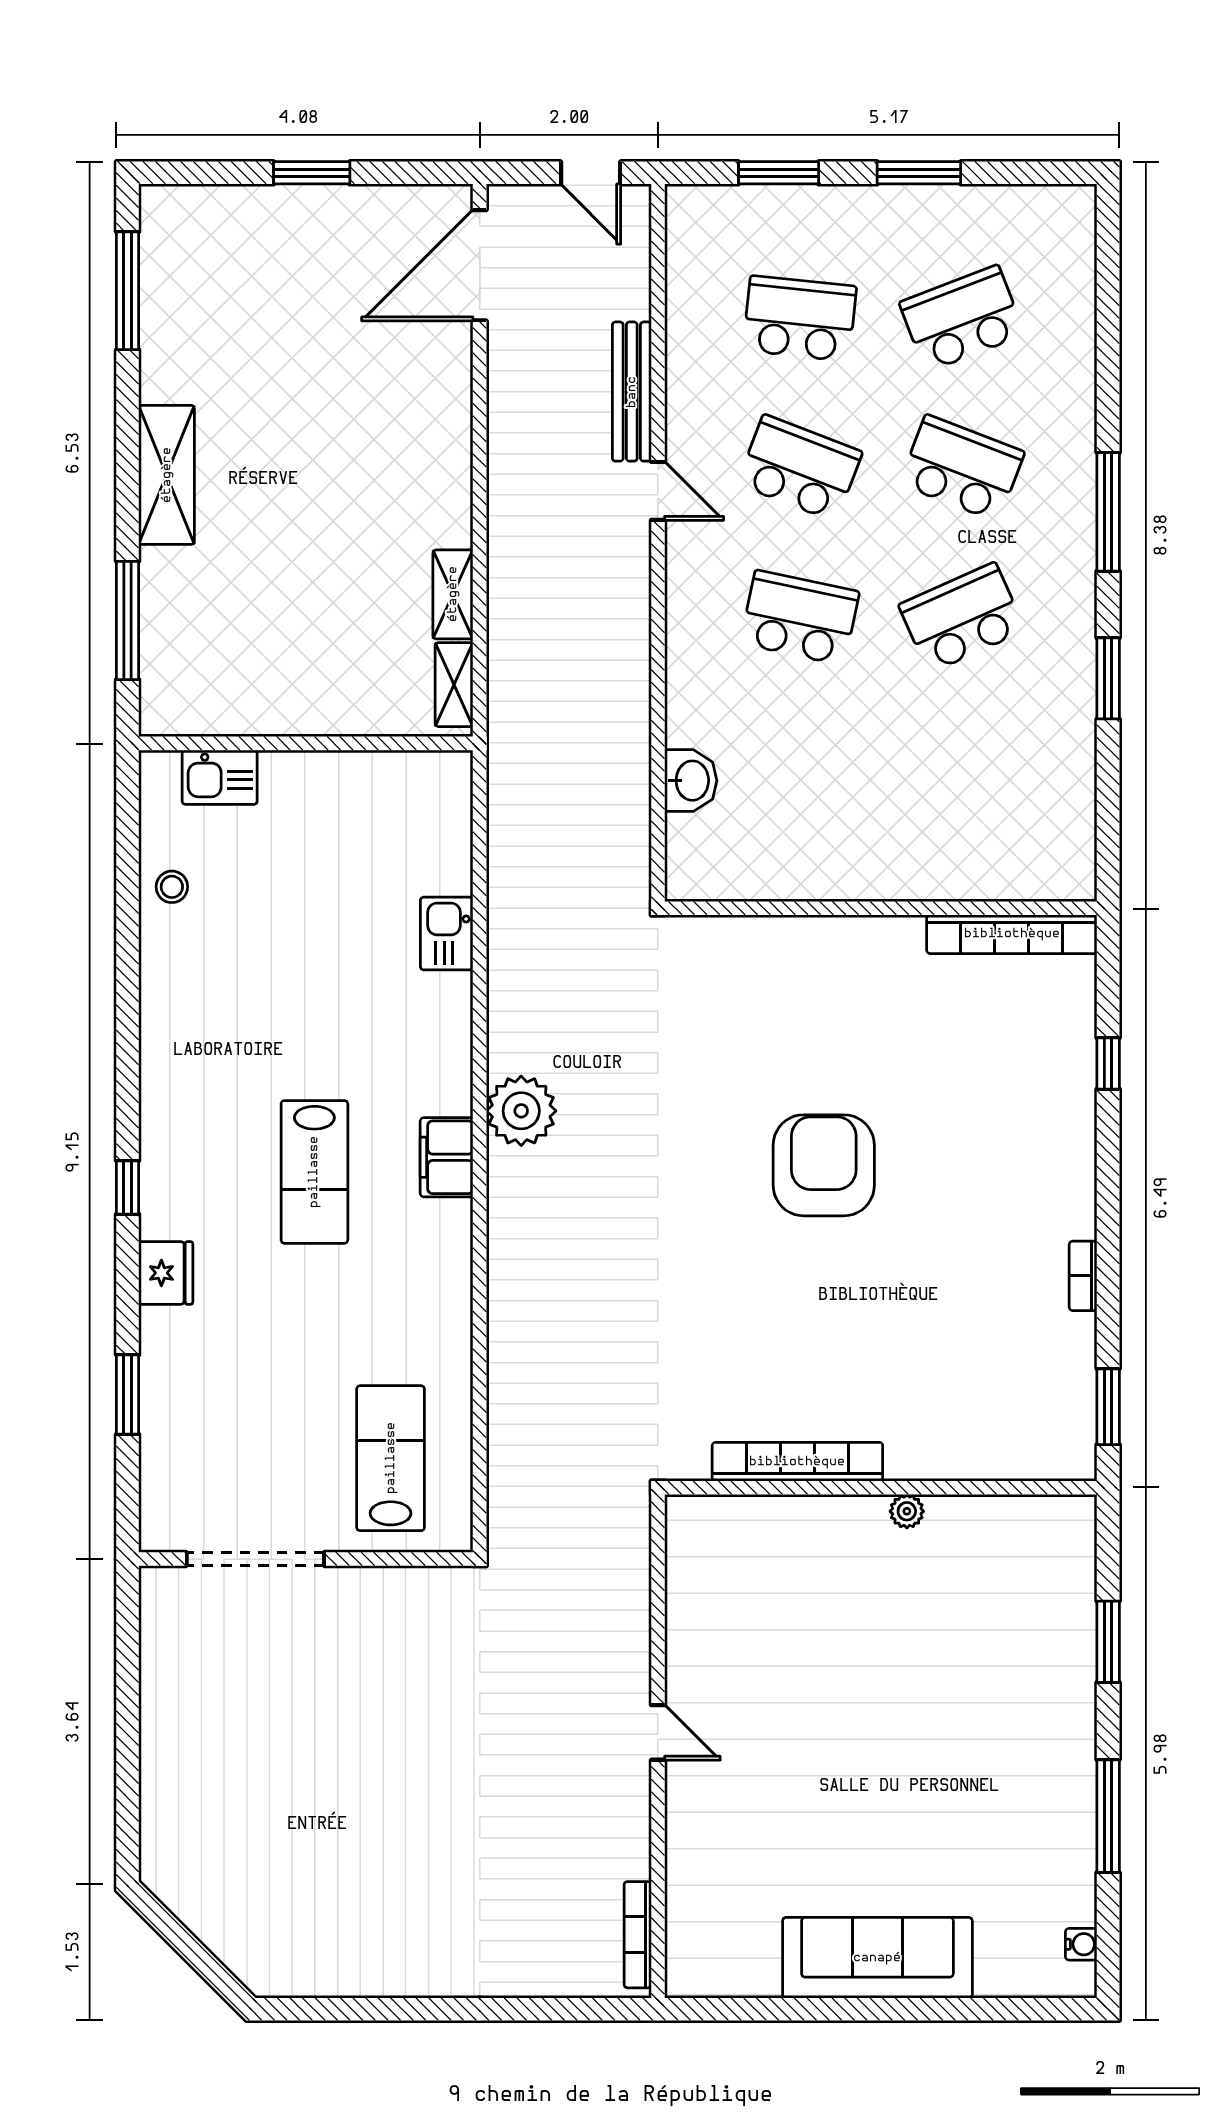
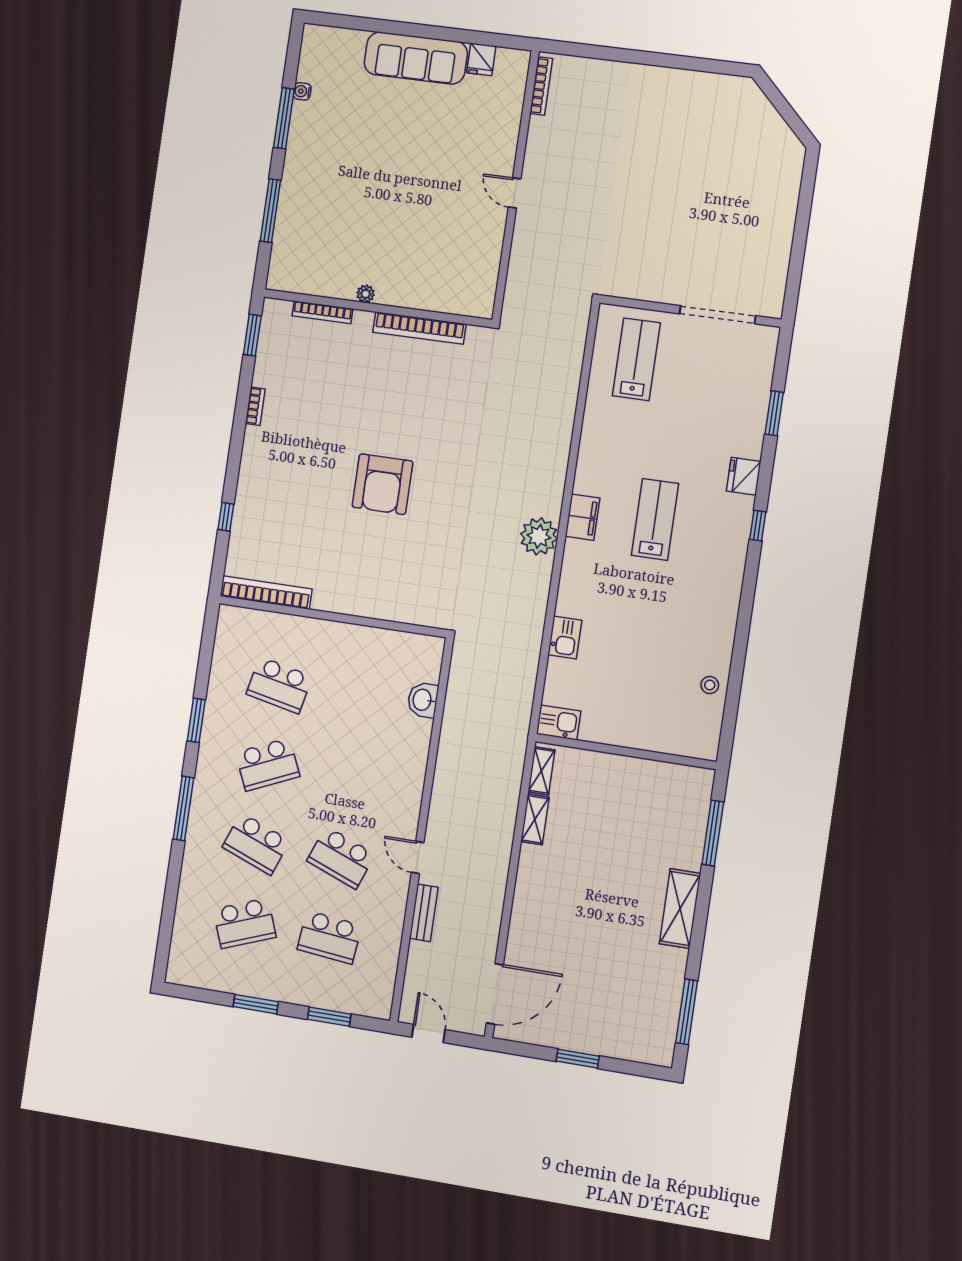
bench: (632, 392) -> (424, 913), width x0.73
school desk: (800, 618) -> (279, 685), moved
kitchen sink: (220, 777) -> (559, 723), moved
lab bench: (391, 1458) -> (636, 359), turned 180
bookcase: (983, 1467) -> (322, 312), added
window: (1108, 1642) -> (270, 211), width x1.44
water cooler: (1081, 1944) -> (302, 91), moved
fridge: (755, 1970) -> (481, 59), added

